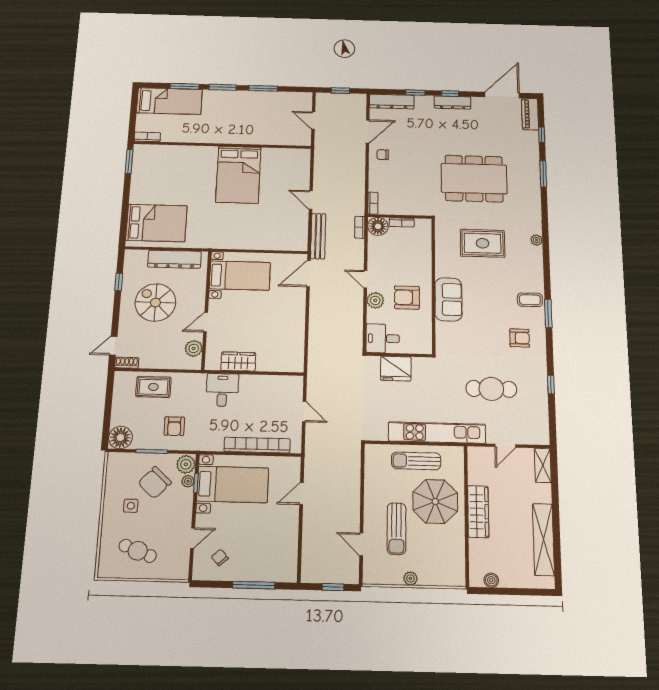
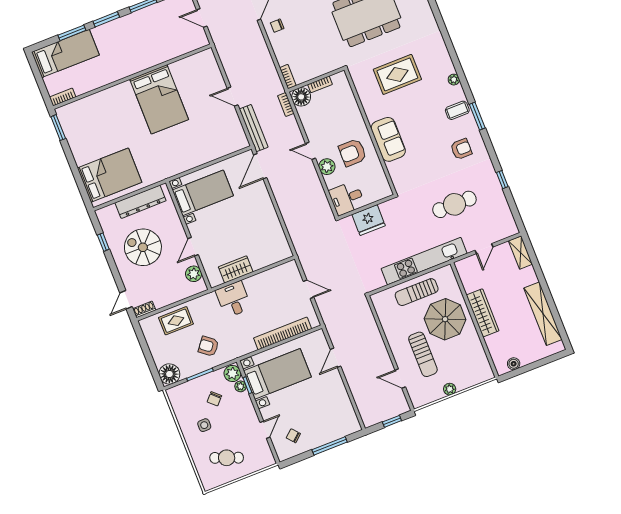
plant: (537, 240) -> (454, 80), moved
armchair: (174, 426) -> (208, 346), turned 128
chair: (155, 483) -> (214, 399), width x0.54, depth x0.54

